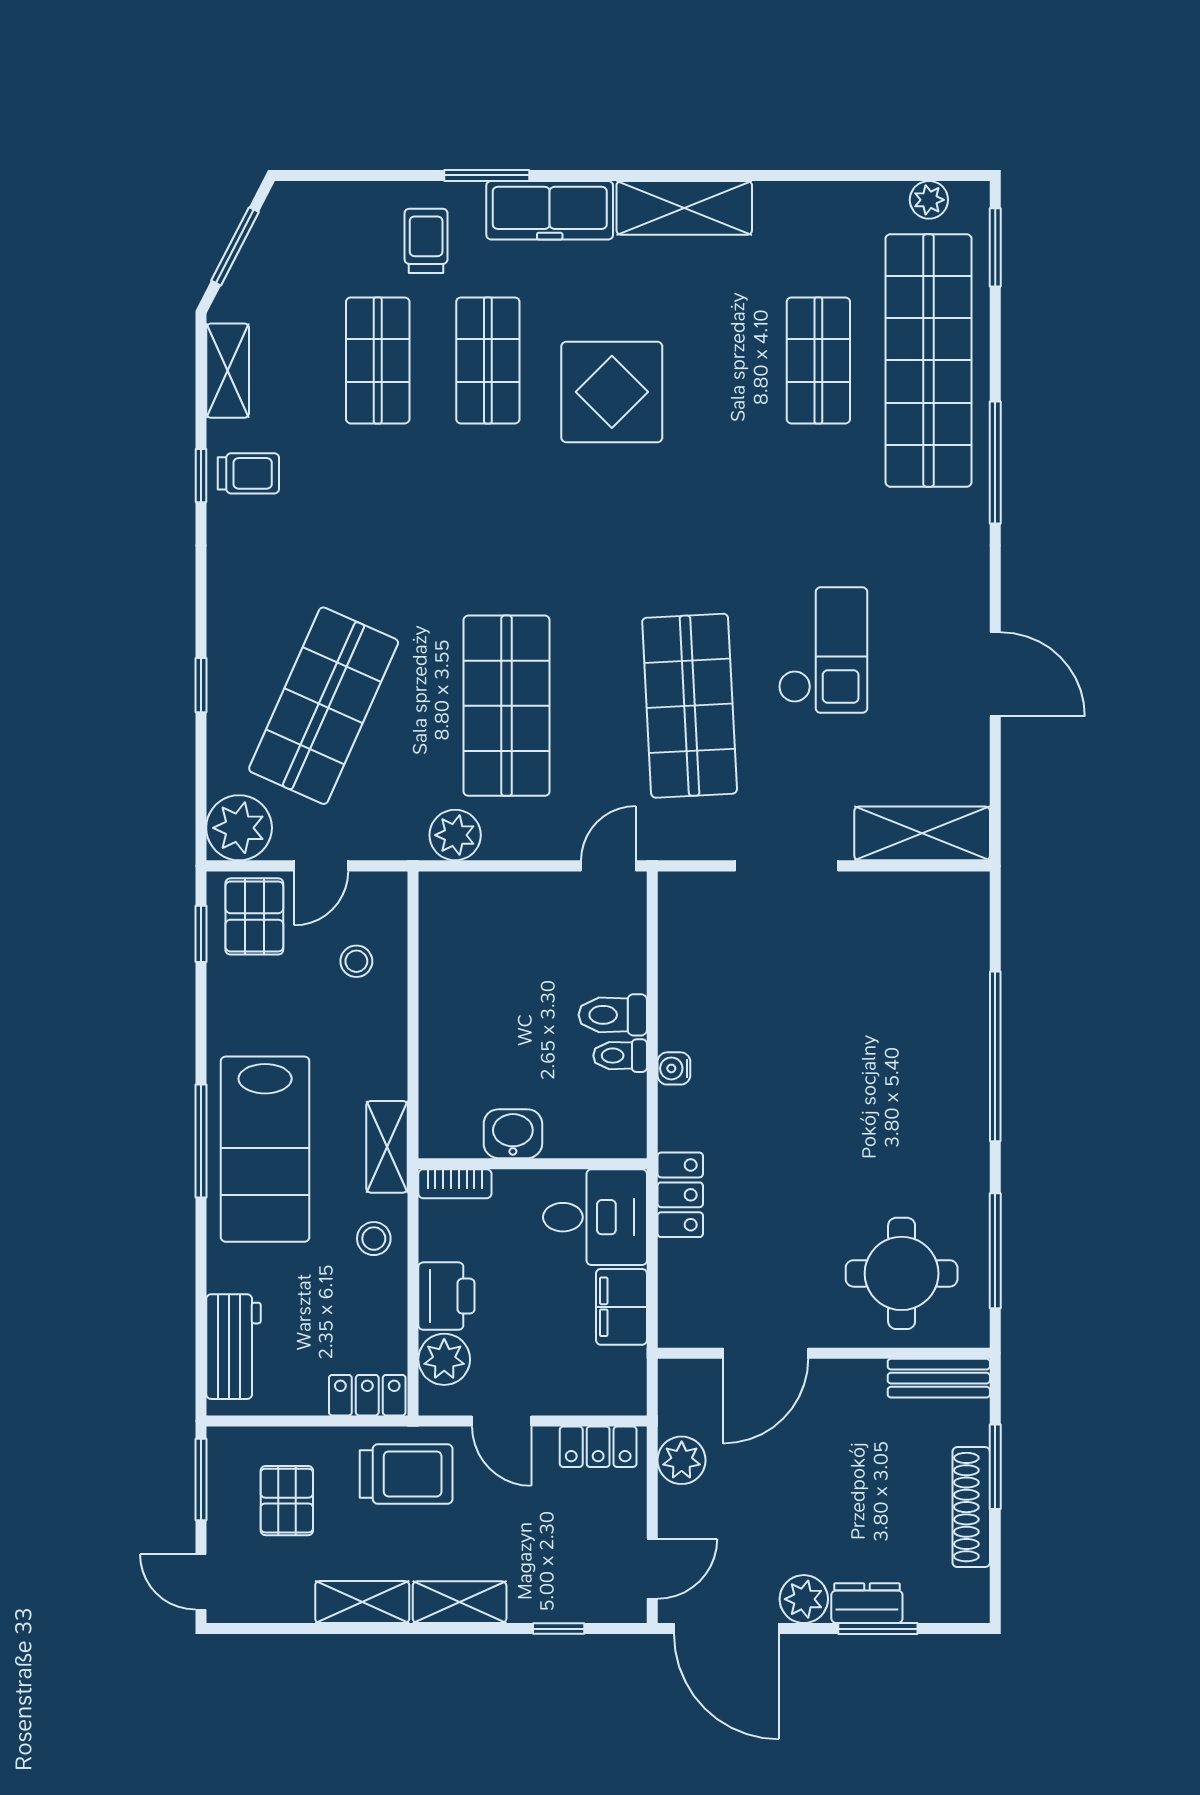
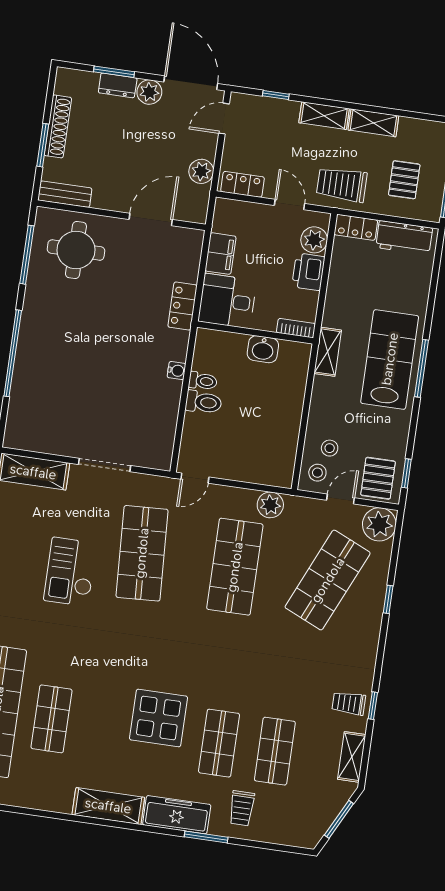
stool: (374, 1239) -> (317, 473), moved
workbench: (233, 1347) -> (404, 238), moved, turned -90

